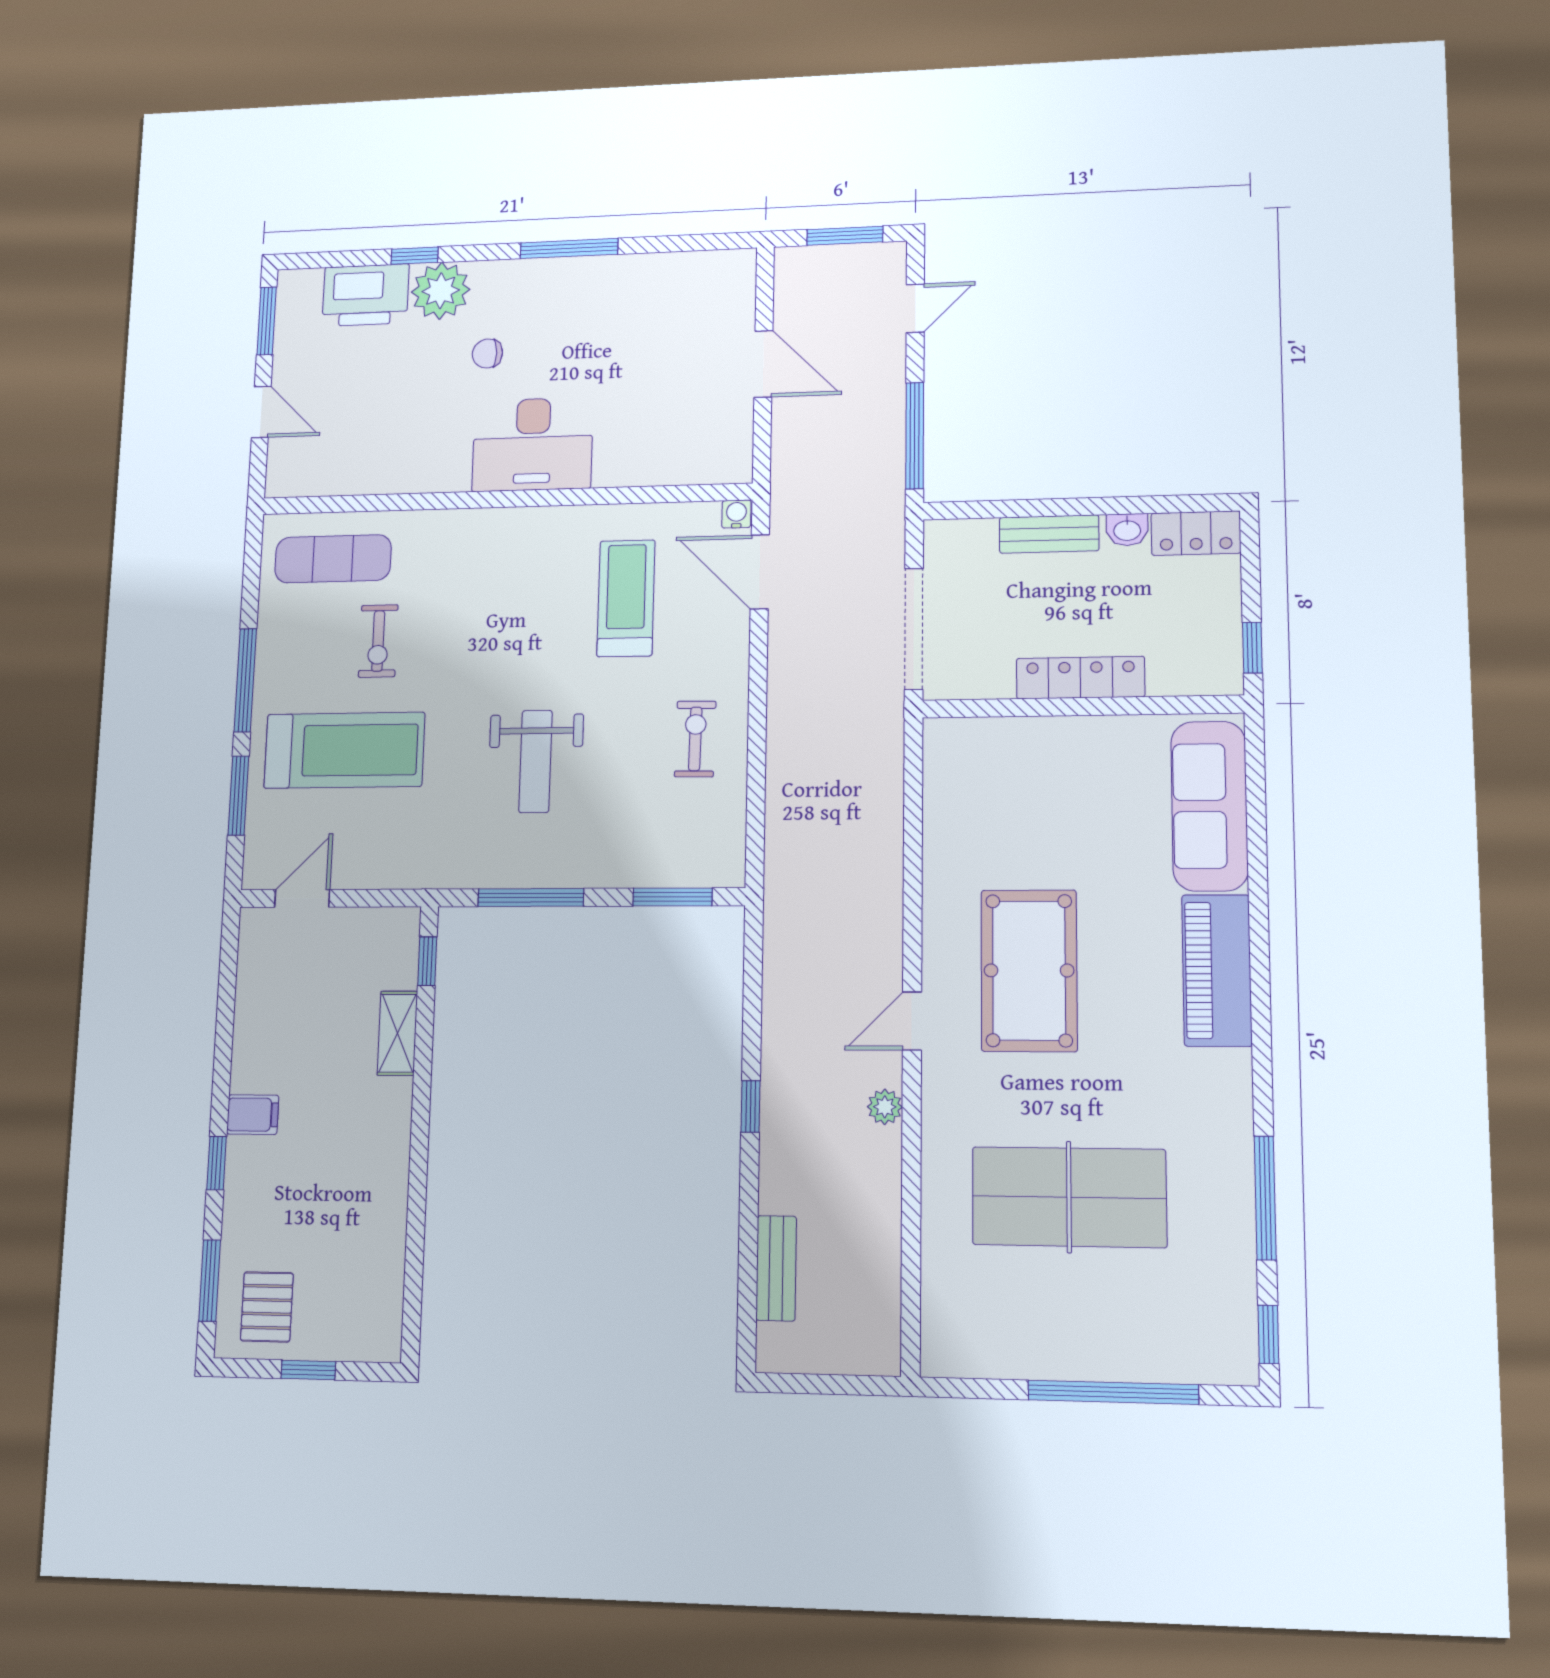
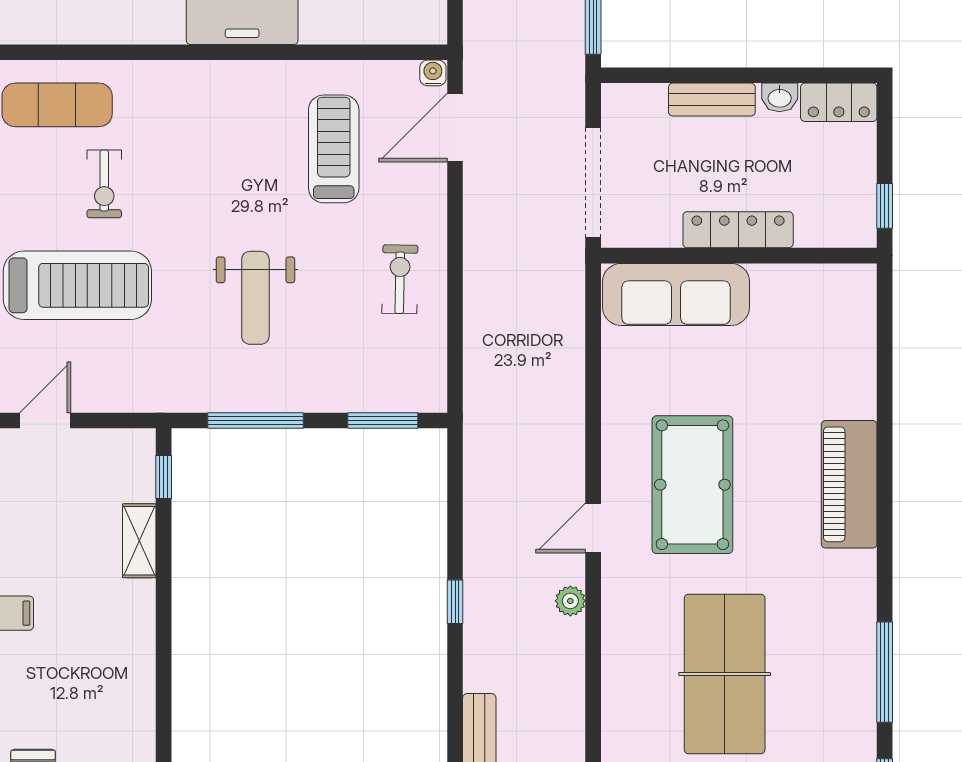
door: (760, 572) -> (455, 127), hinge flipped
sofa: (1209, 806) -> (676, 294), moved, turned -90
table tennis table: (1069, 1197) -> (725, 674), turned 90

